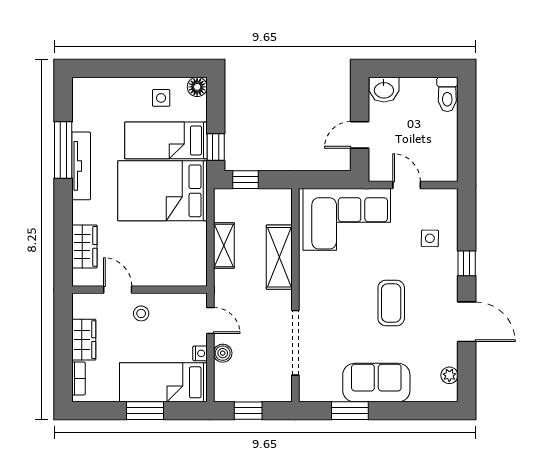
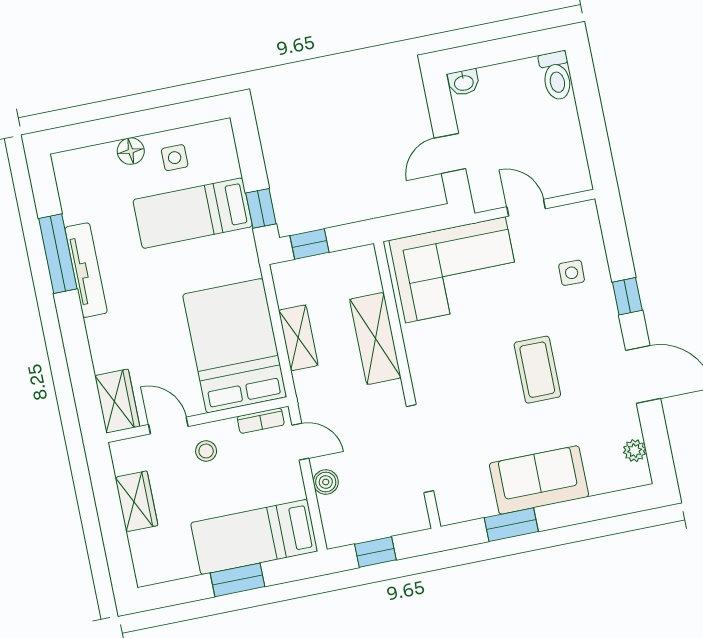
floor lamp: (197, 87) -> (131, 151), moved
washbasin: (384, 90) -> (464, 82), width x0.72, depth x0.69
bed: (162, 191) -> (235, 346), moved, turned 90
wardrobe: (84, 246) -> (117, 401), moved
nightstand: (200, 353) -> (295, 488), removed
bookcase: (78, 379) -> (261, 421), moved, turned 90

